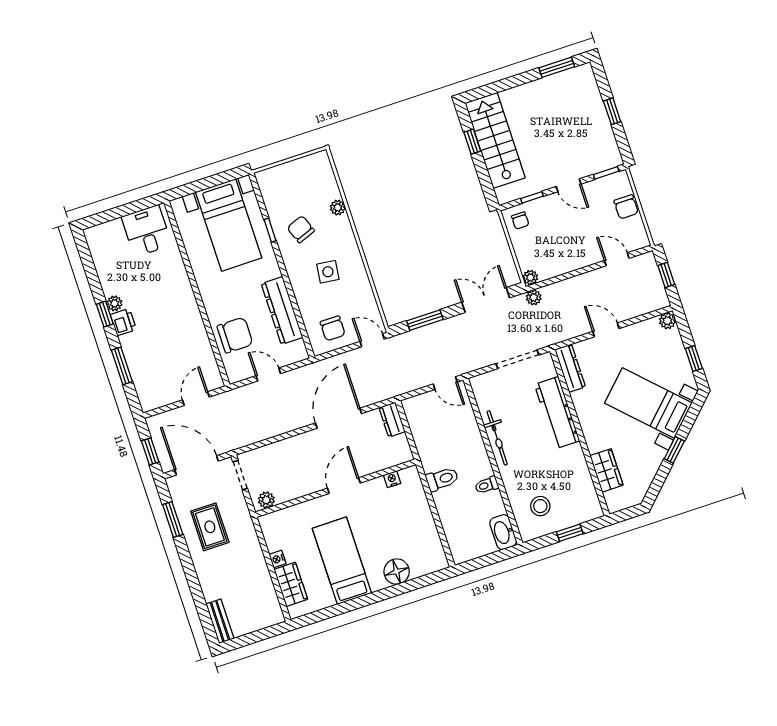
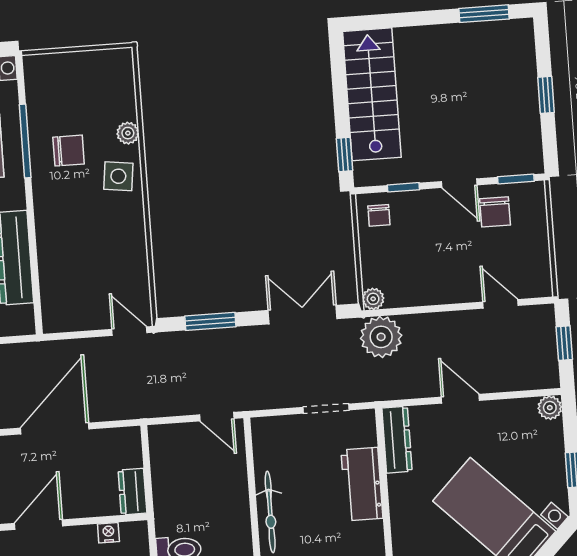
window: (472, 142) -> (344, 154), moved
chair: (626, 207) -> (495, 212), moved
chair: (301, 229) -> (69, 151), turned 111
window: (270, 230) -> (25, 141), width x2.17
side table: (328, 272) -> (118, 176), moved
plant: (534, 297) -> (381, 337), width x1.88, depth x1.88
chair: (333, 328) -> (78, 301), removed
doorway: (517, 359) -> (326, 409), width x0.73
workbench: (557, 413) -> (362, 484), width x0.73
dresser: (392, 420) -> (132, 492), moved

